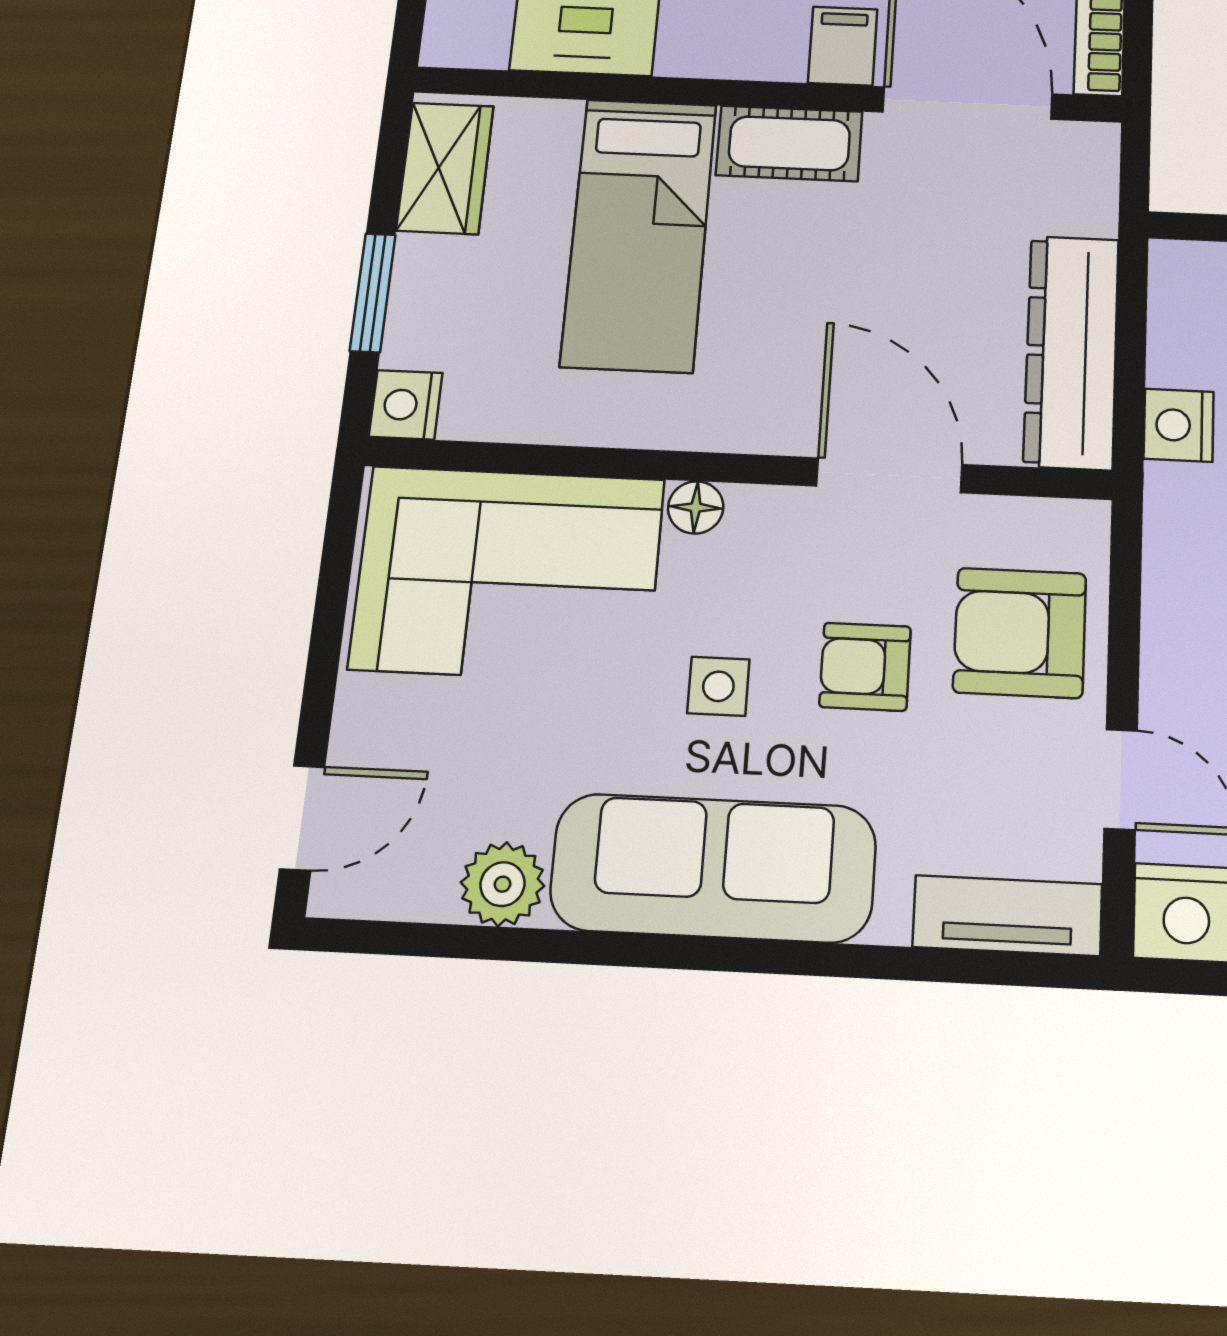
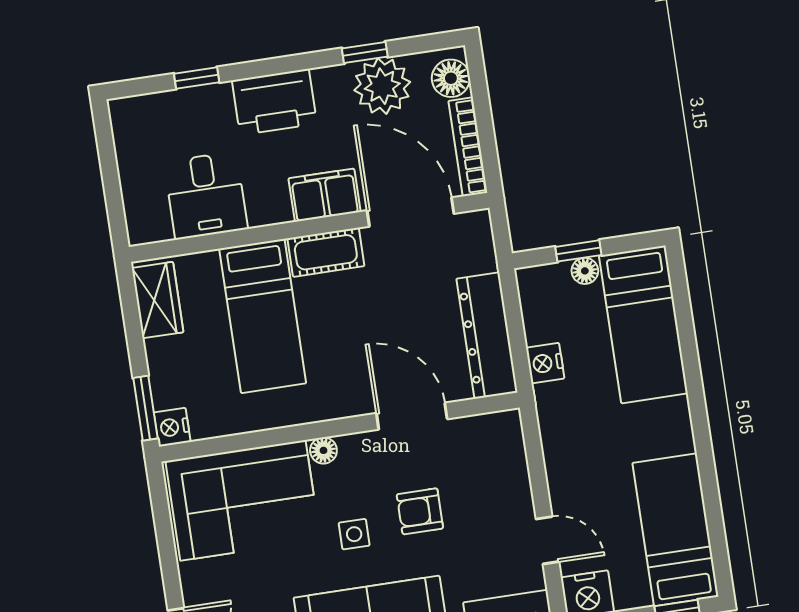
filing cabinet: (843, 46) -> (325, 195), width x2.00
window: (373, 293) -> (145, 408), moved
armchair: (1020, 633) -> (488, 481), removed

